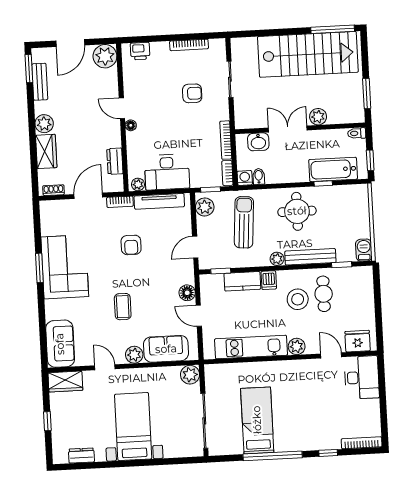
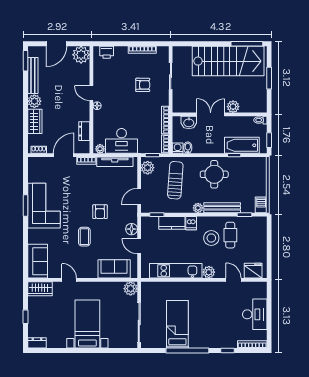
bench: (40, 82) -> (33, 76), width x1.36
window: (367, 94) -> (269, 78), moved
armchair: (131, 245) -> (100, 212), moved
plant: (134, 355) -> (91, 272), removed
desk: (362, 377) -> (255, 314), moved
dresser: (81, 456) -> (37, 343), moved

